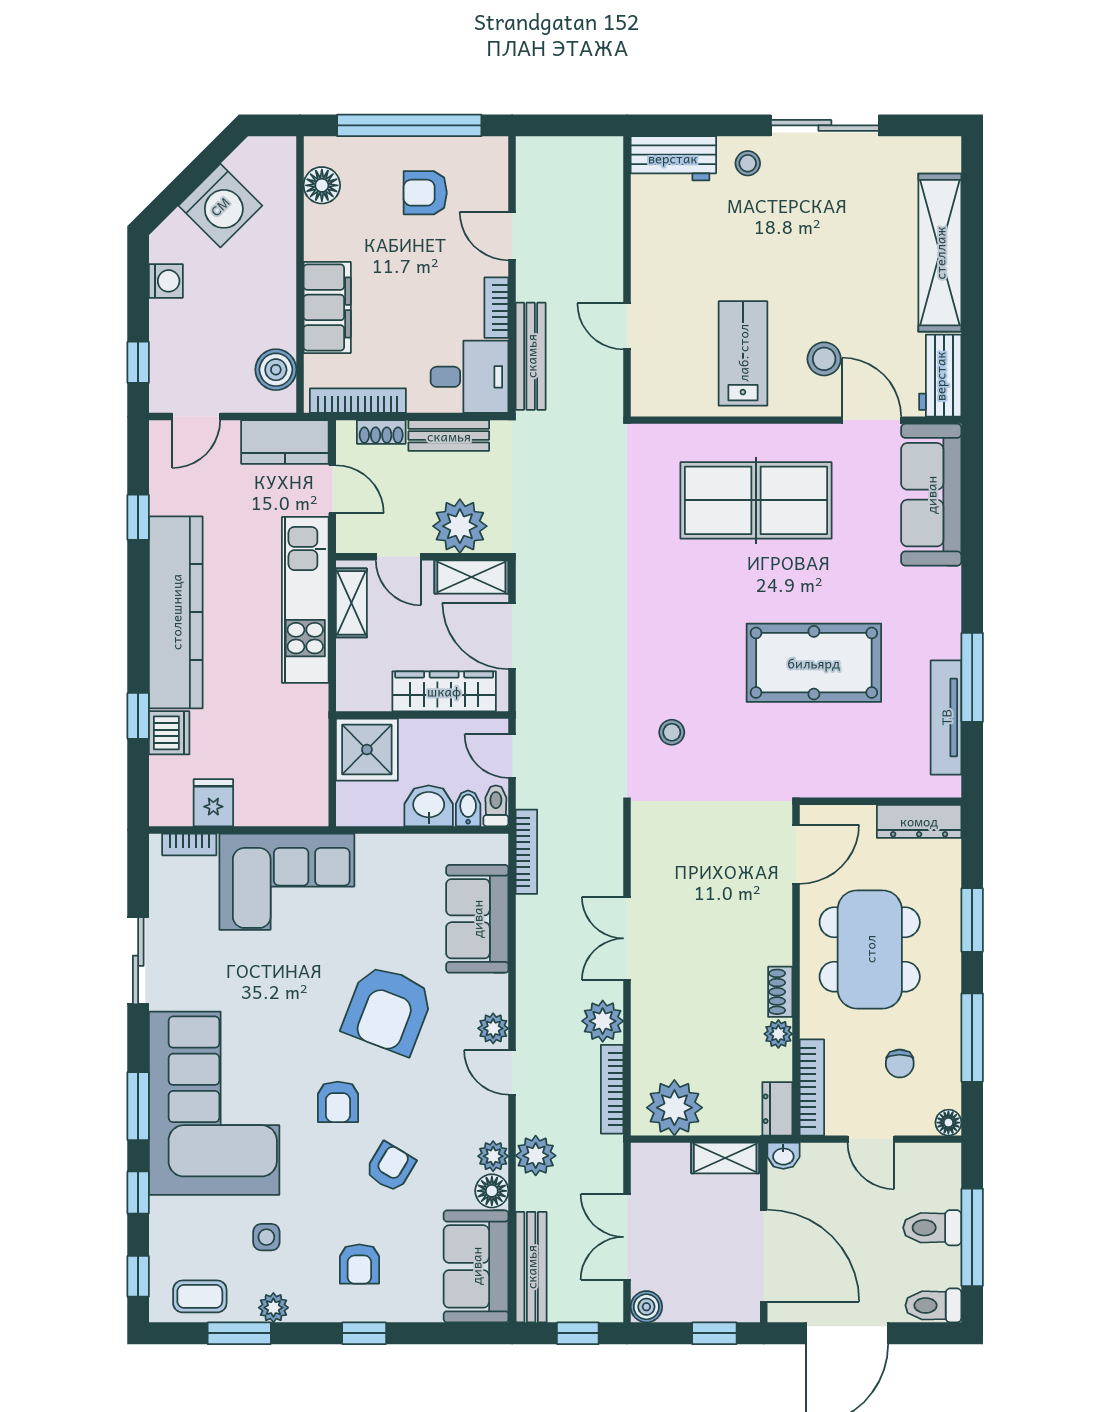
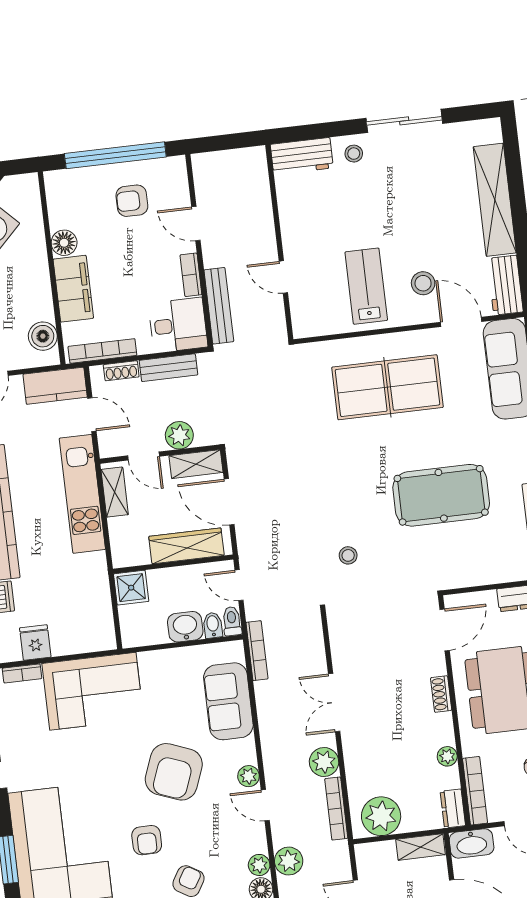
floor lamp: (322, 185) -> (64, 243), moved
plant: (460, 526) -> (179, 435), width x0.73, depth x0.73
shower: (367, 750) -> (131, 588), width x0.73, depth x0.73
shoe rack: (780, 992) -> (441, 694), moved
washbasin: (783, 1156) -> (472, 843), width x1.91, depth x1.45

